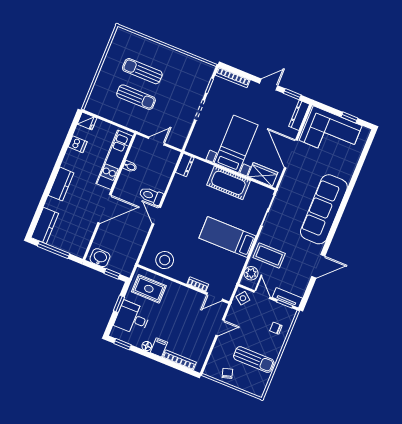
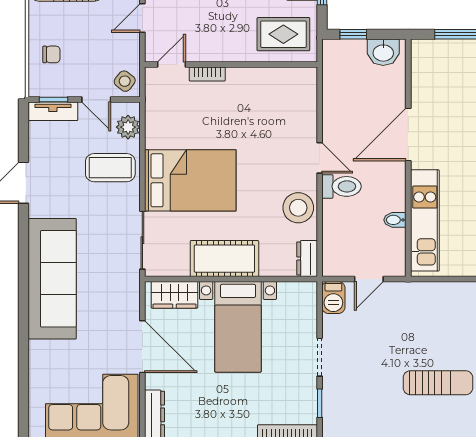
sun lounger: (136, 97) -> (431, 336), removed
barbecue: (179, 139) -> (333, 297), added
bed: (227, 237) -> (190, 180), width x1.50
stool: (165, 260) -> (298, 208), moved

